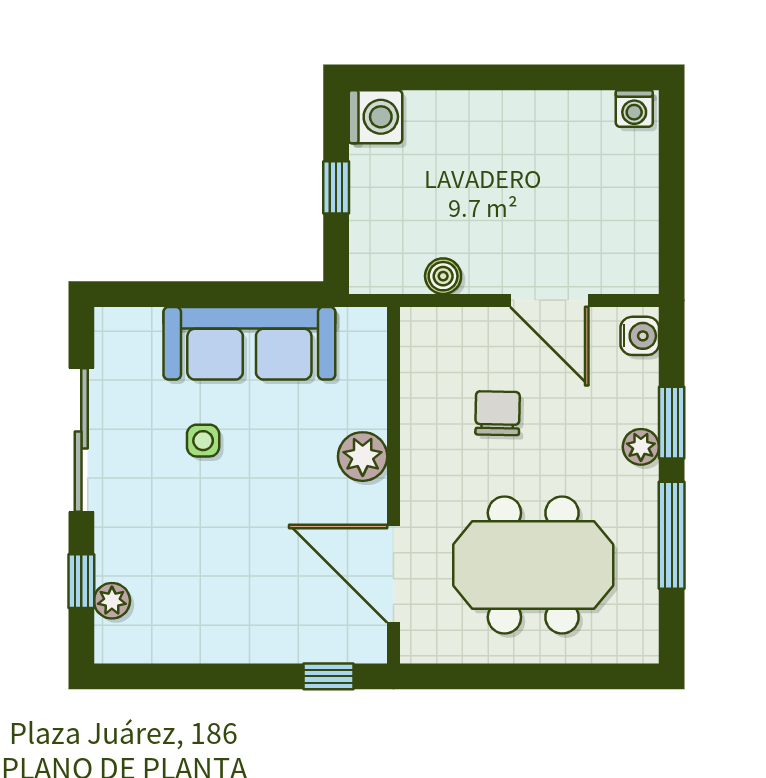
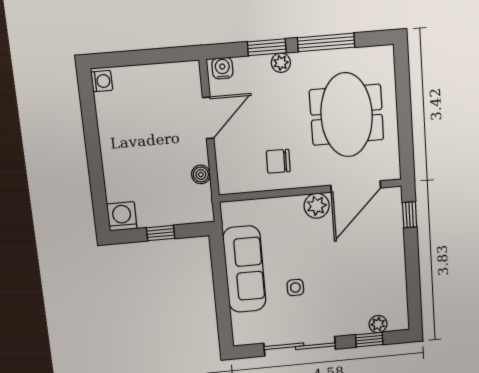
chair: (498, 413) -> (278, 161), moved
plant: (363, 457) -> (317, 206), moved

